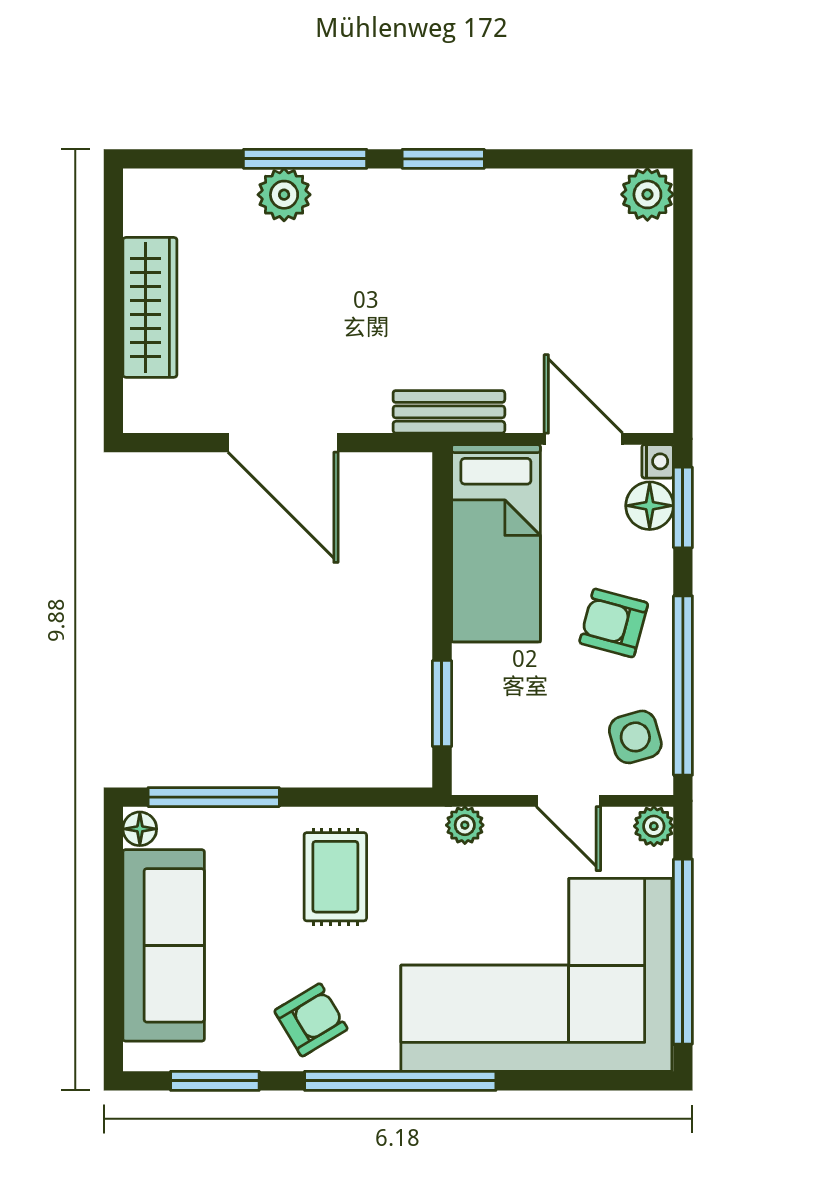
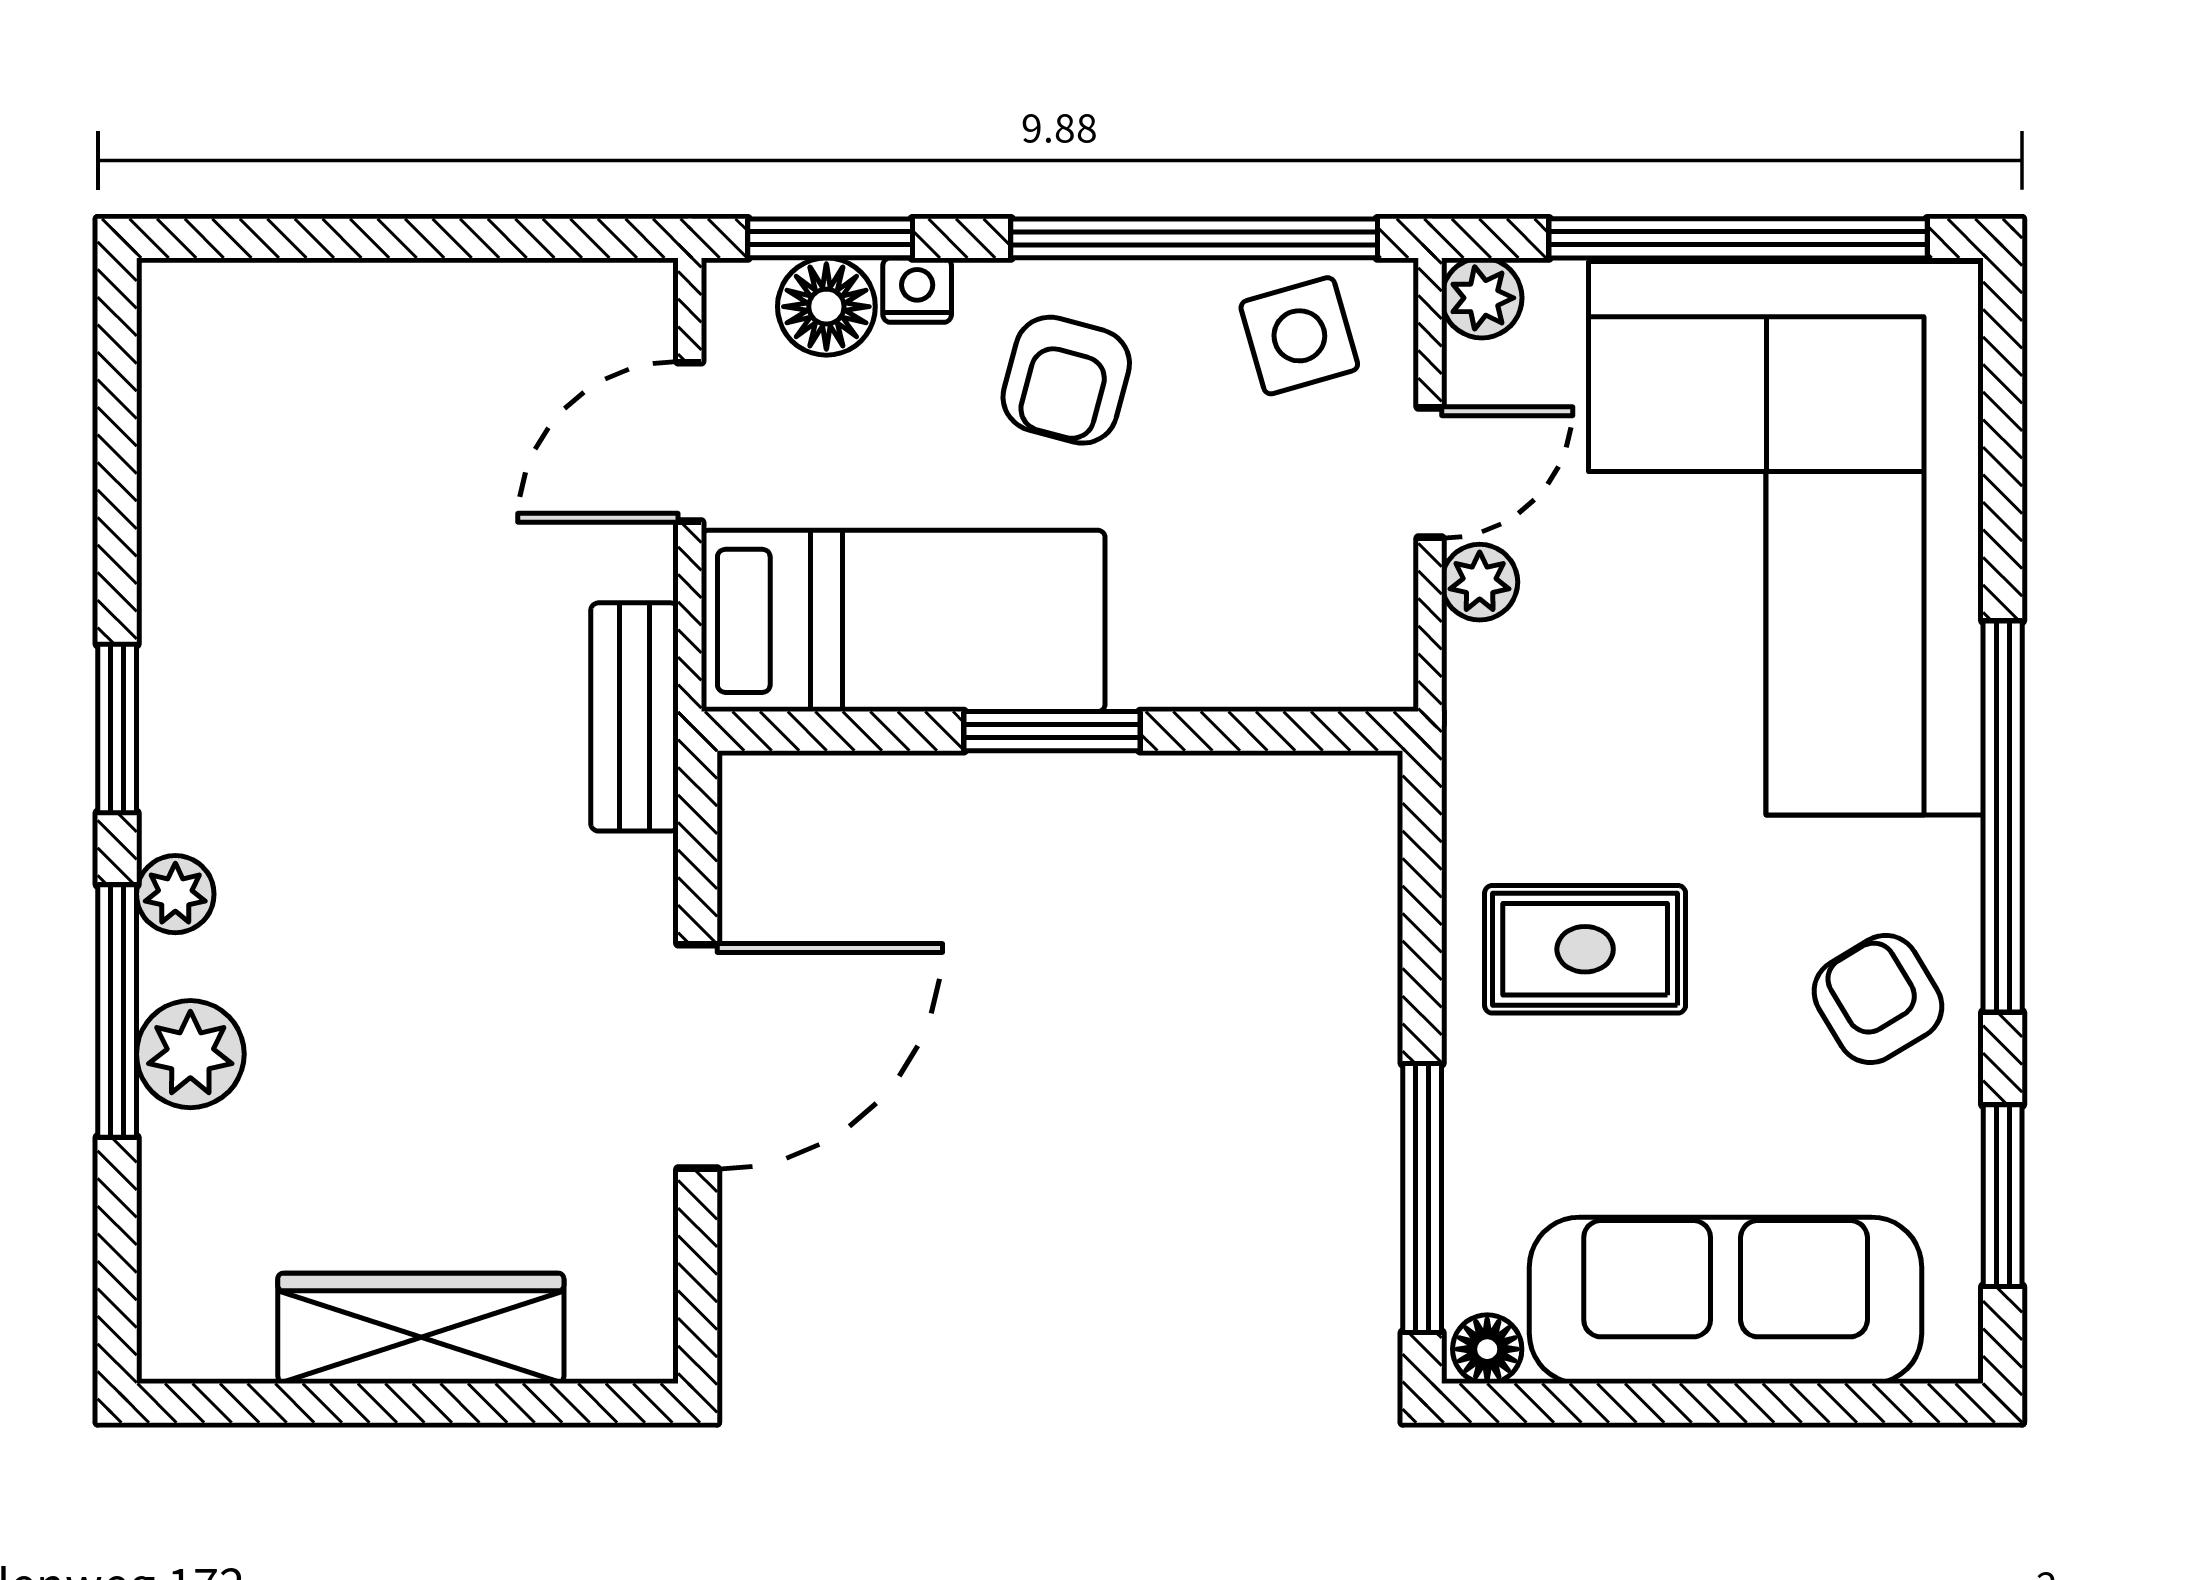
plant: (647, 194) -> (175, 894), moved, width x0.73, depth x0.73
nightstand: (658, 461) -> (917, 290), moved
window: (442, 704) -> (1052, 731), moved
plant: (465, 825) -> (1480, 582), moved

